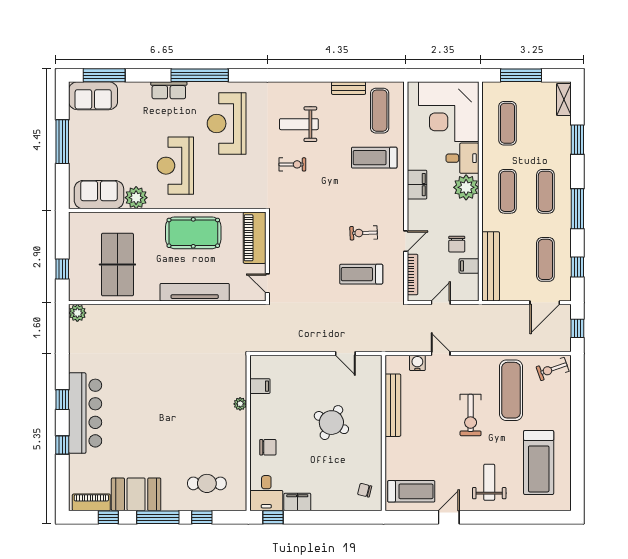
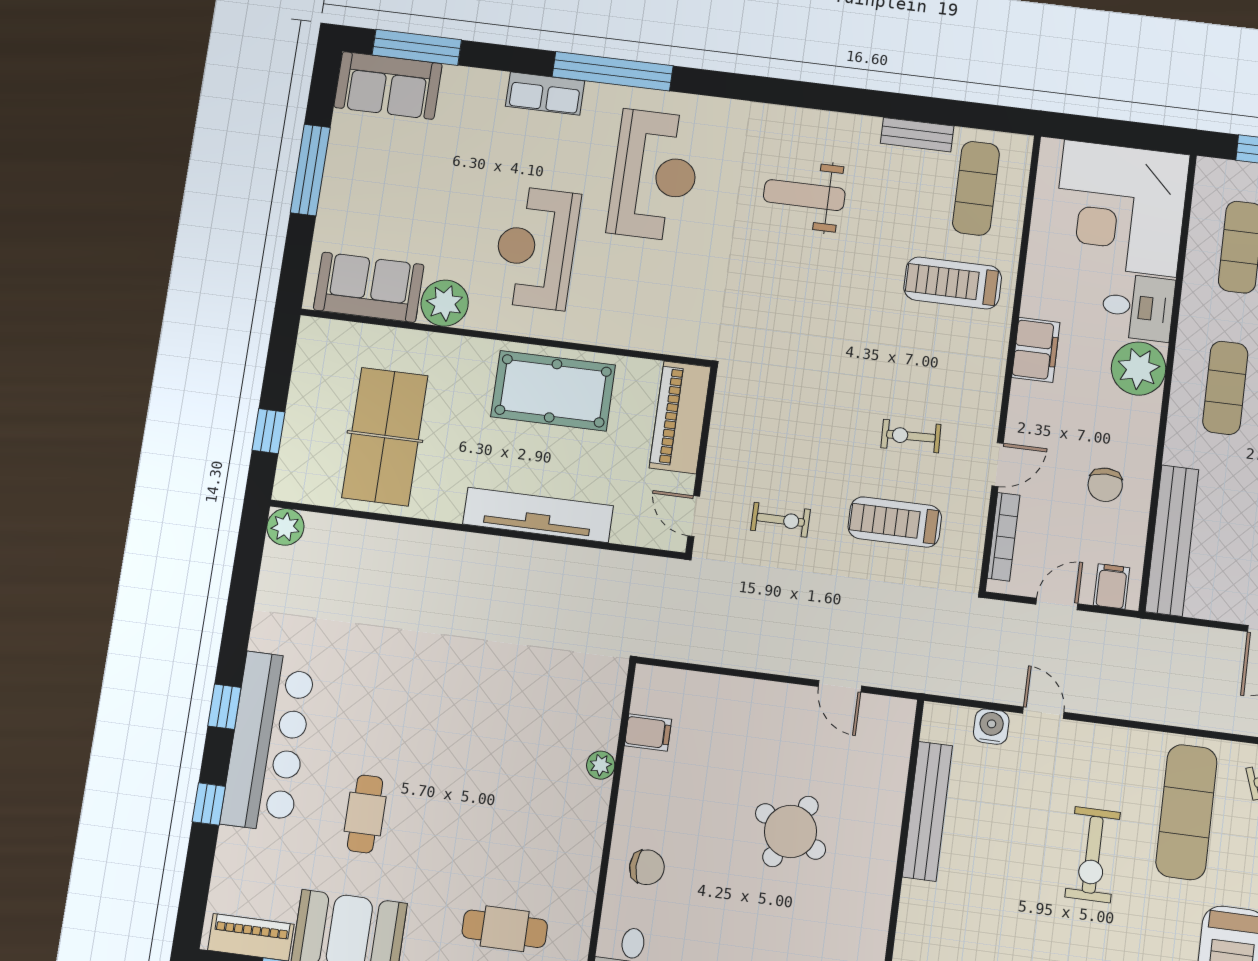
reception desk: (227, 124) -> (655, 175), turned 180
exercise bike: (292, 164) -> (781, 520), moved
filing cabinet: (469, 266) -> (1112, 586), moved, turned 90
cafe table: (135, 440) -> (365, 814), added

